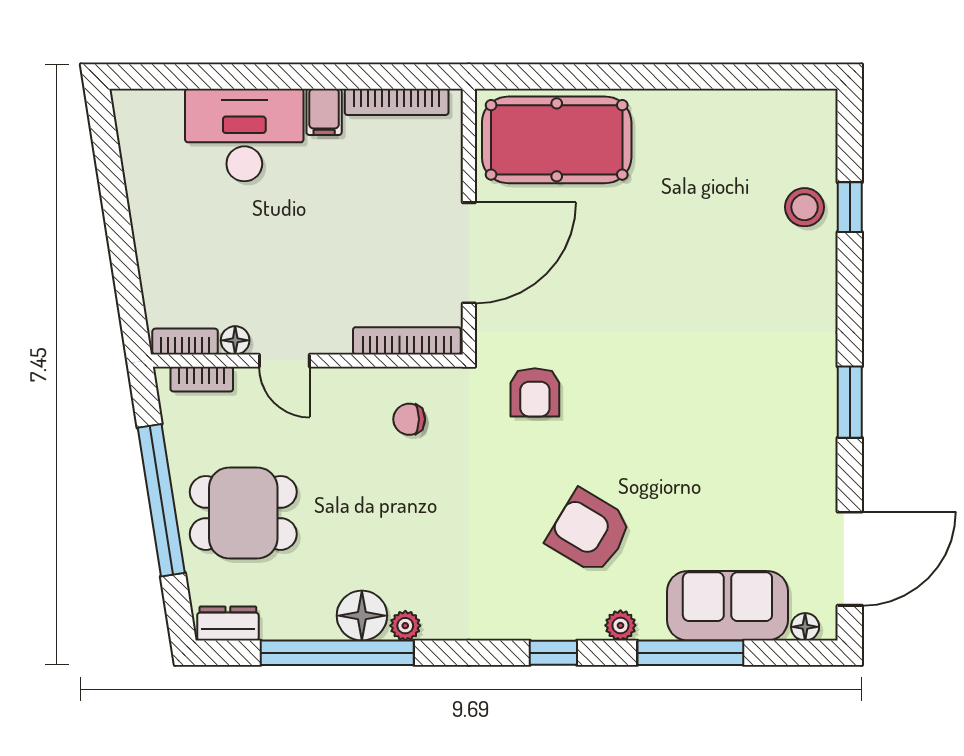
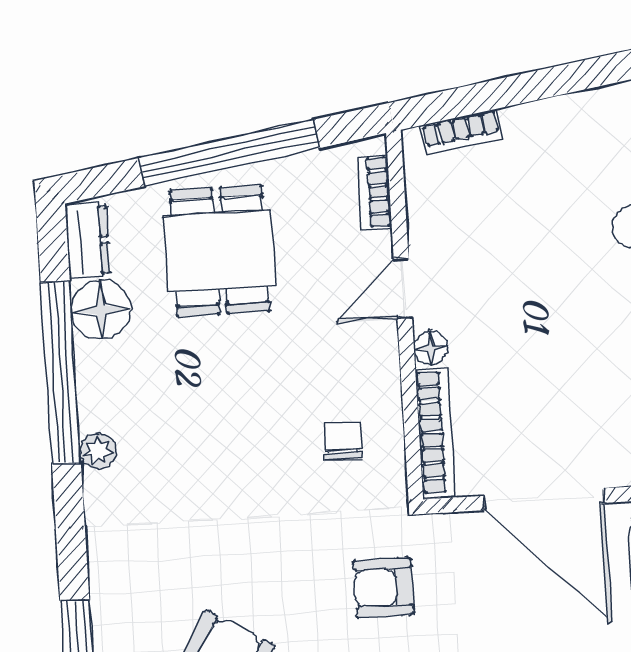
floor lamp: (235, 340) -> (431, 348), moved
bookcase: (185, 342) -> (462, 132), moved, turned 81
floor lamp: (362, 616) -> (101, 310), moved

